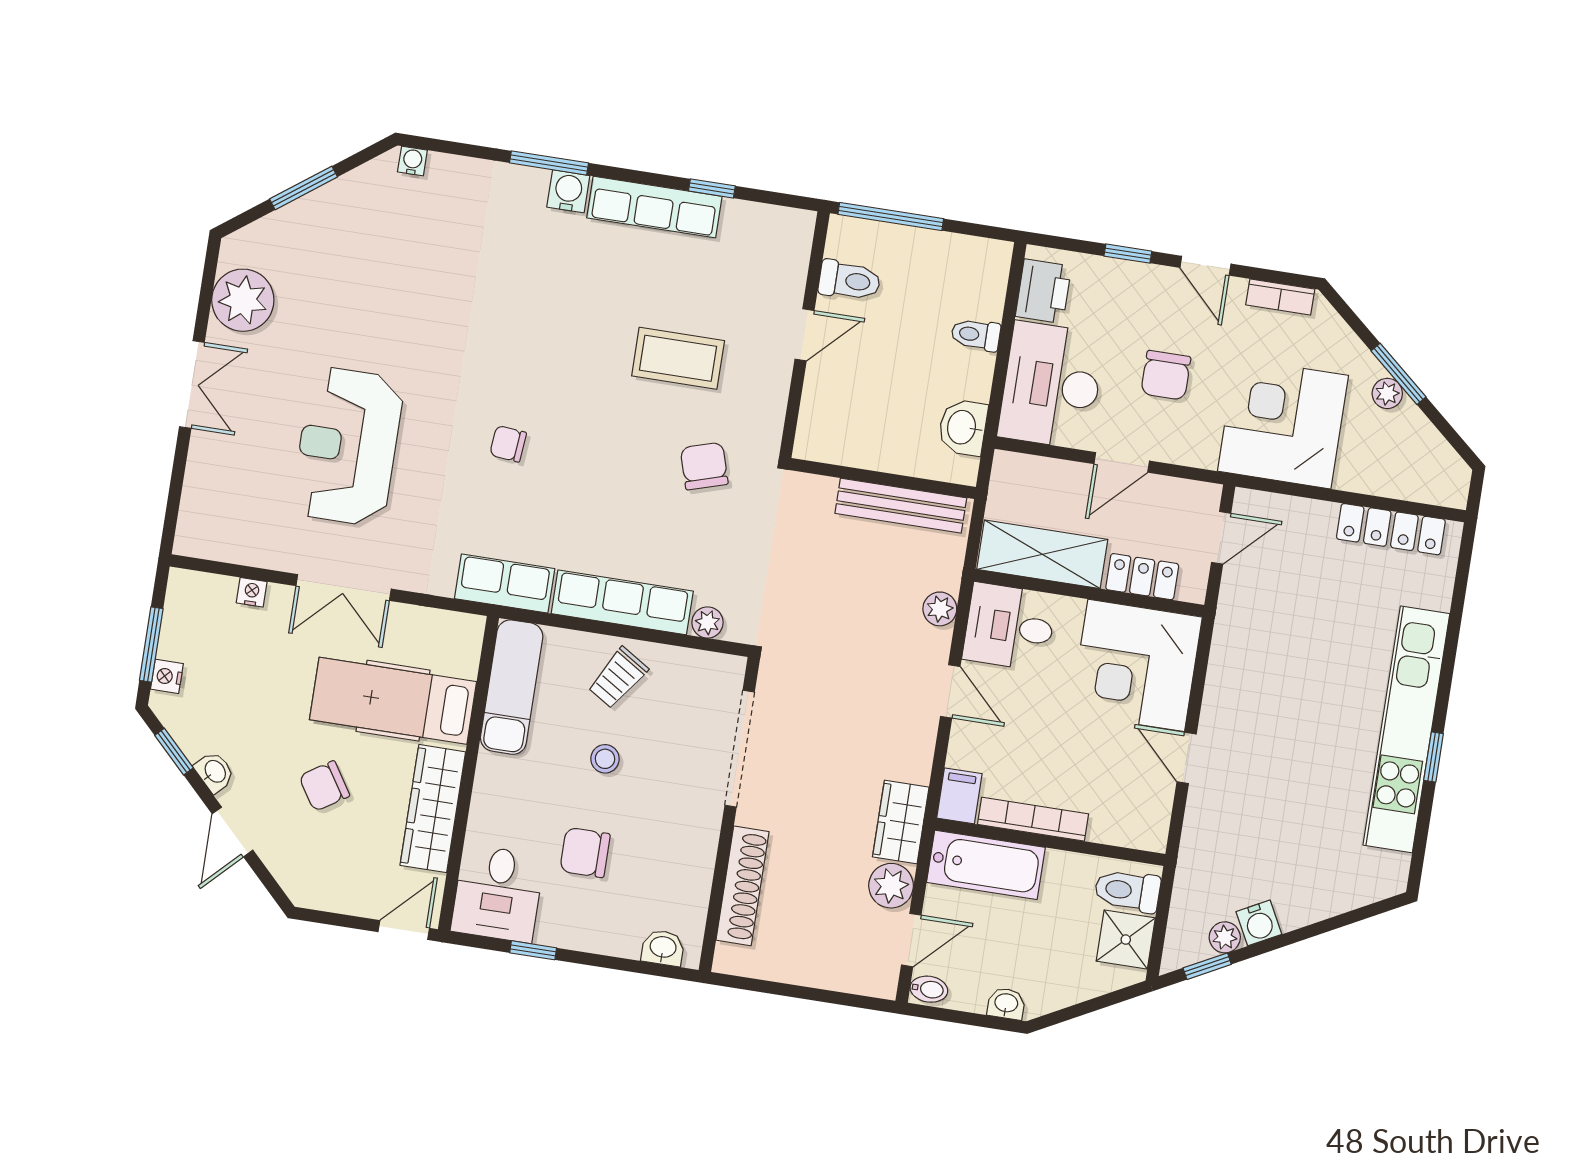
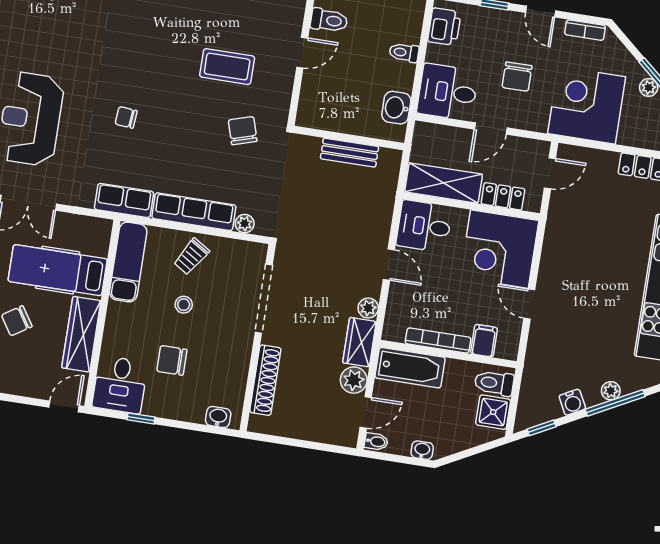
desk: (1051, 385) -> (448, 92), width x0.73
bench: (901, 506) -> (349, 153), width x0.73
plant: (940, 609) -> (368, 308), moved
filing cabinet: (959, 796) -> (484, 341), moved
window: (1331, 924) -> (615, 403), added
plant: (1225, 937) -> (611, 391), moved

